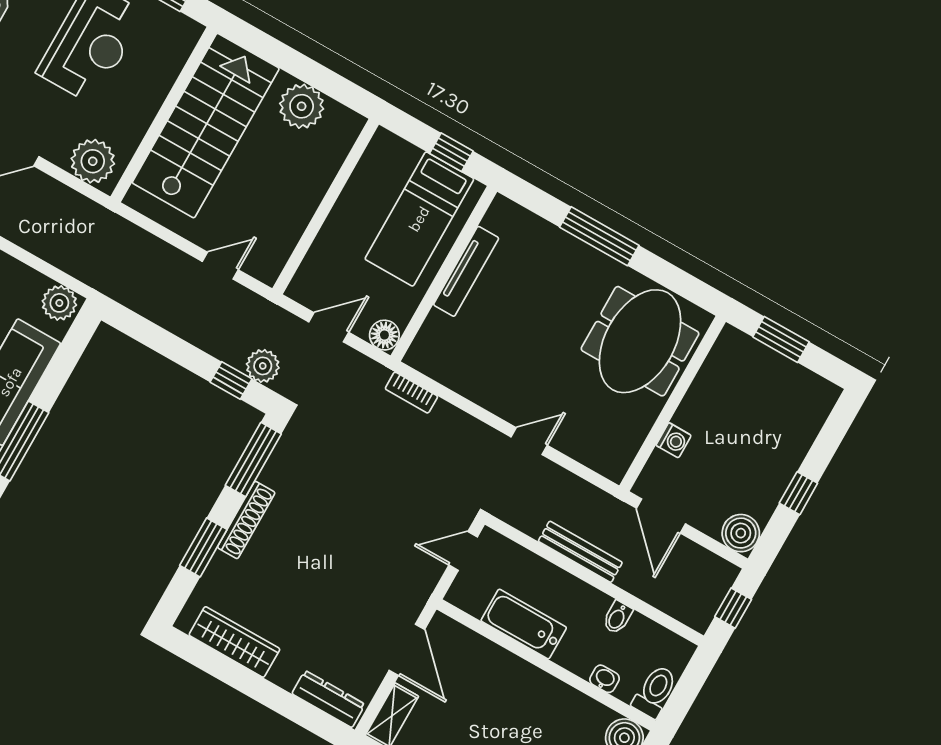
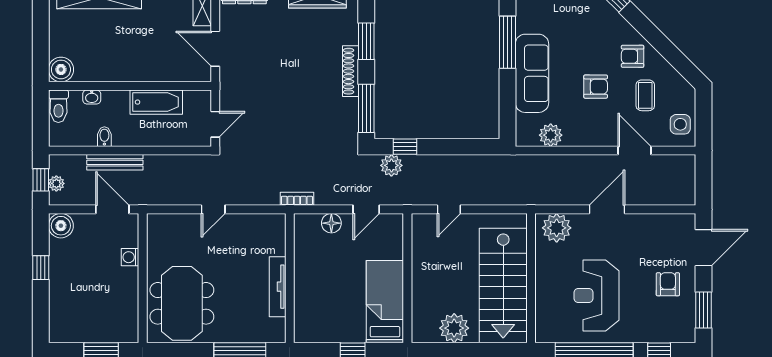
bed: (419, 219) -> (385, 302), moved
tv unit: (466, 271) -> (278, 287), moved
wall: (444, 274) -> (290, 278), moved
plant: (59, 303) -> (551, 135), moved
bench: (580, 552) -> (115, 162), moved
plant: (715, 592) -> (56, 183), added

